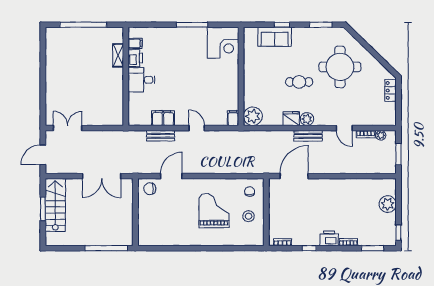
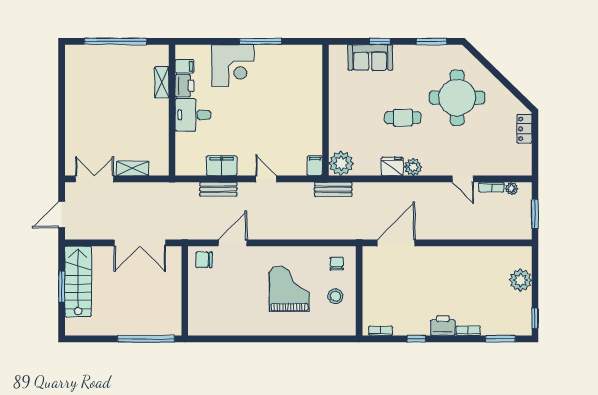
corner desk: (223, 43) -> (233, 65), moved
shelving: (96, 120) -> (133, 168), added
bench: (308, 136) -> (333, 189), moved

